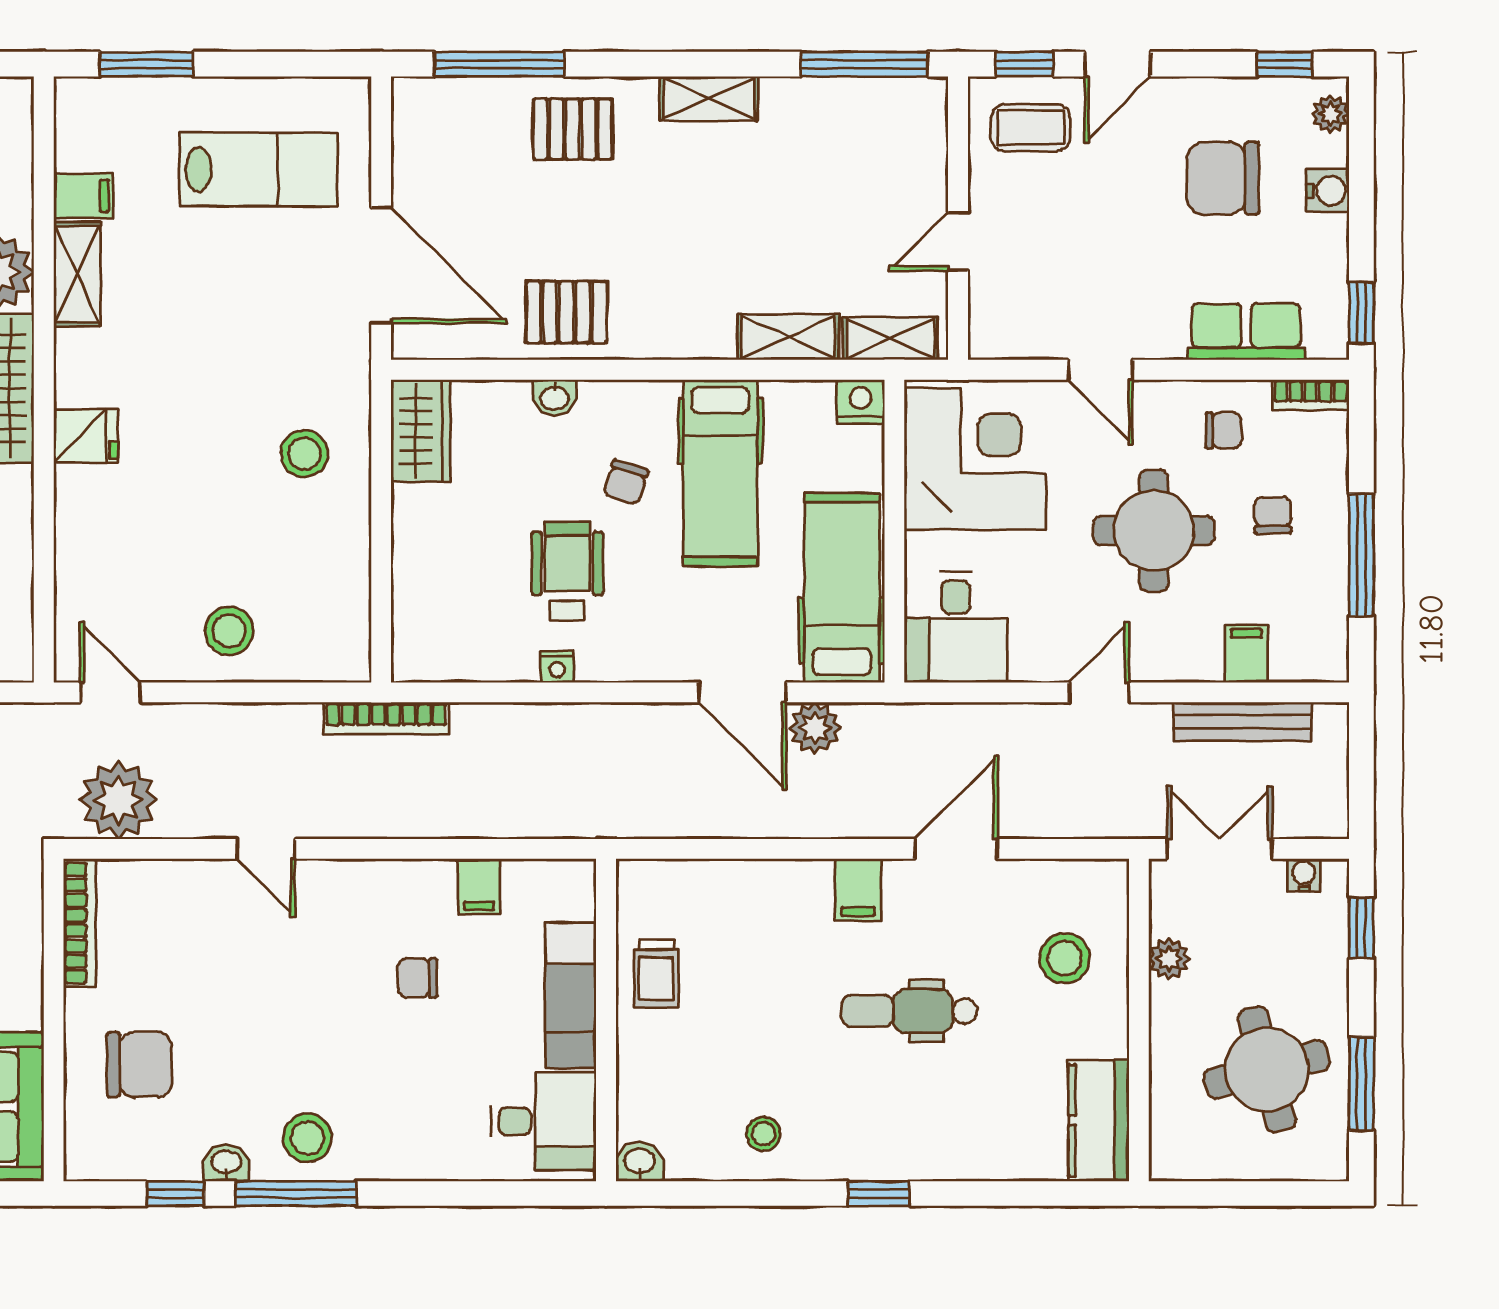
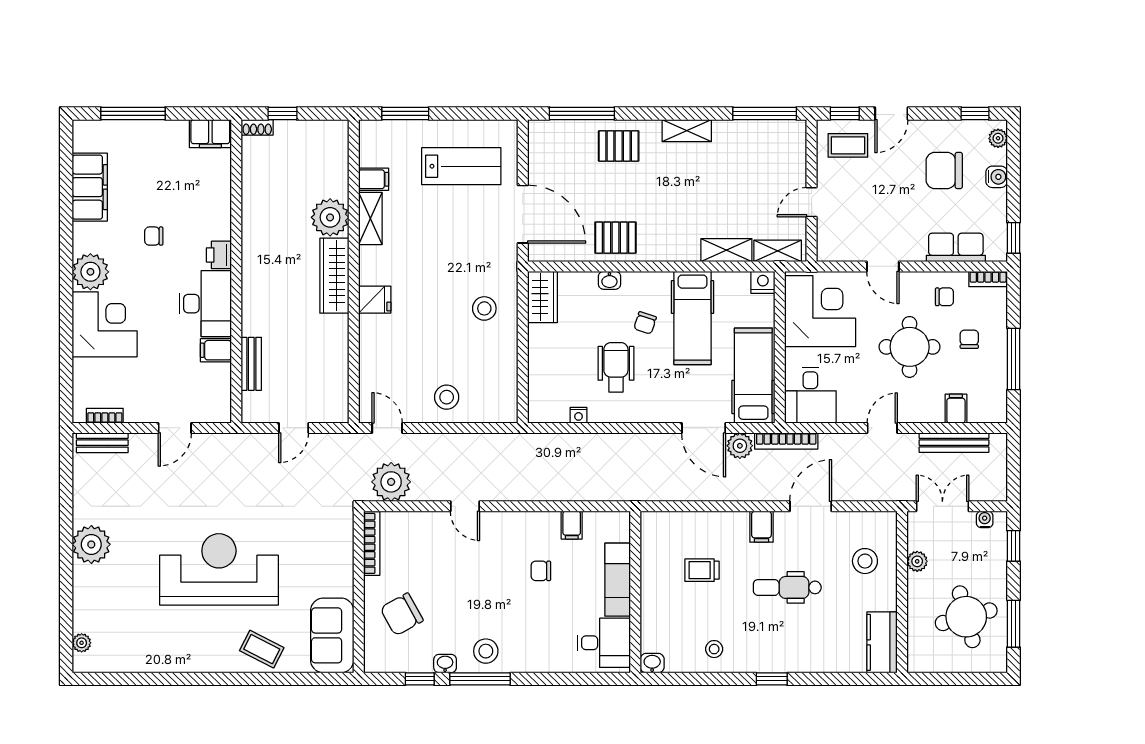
nightstand: (557, 667) -> (579, 415), moved
bookcase: (386, 718) -> (786, 441), moved
trolley: (656, 974) -> (702, 570), moved, turned 90
chair: (139, 1065) -> (402, 614), turned 151

